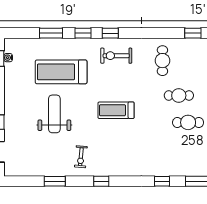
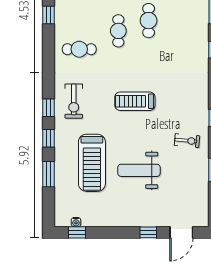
treadmill: (116, 110) -> (135, 101), turned 90

